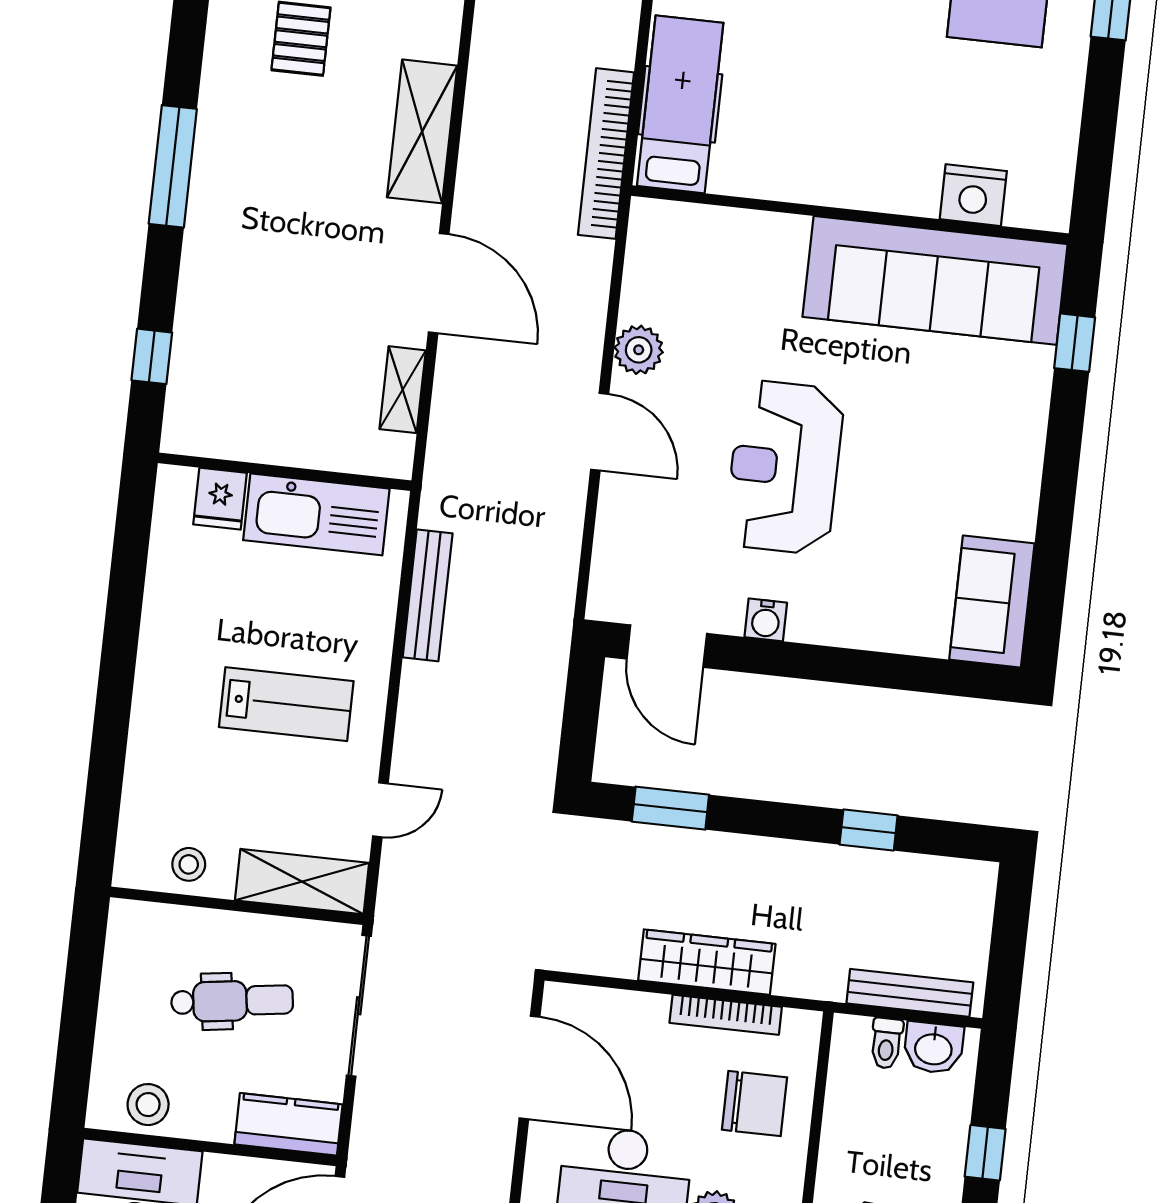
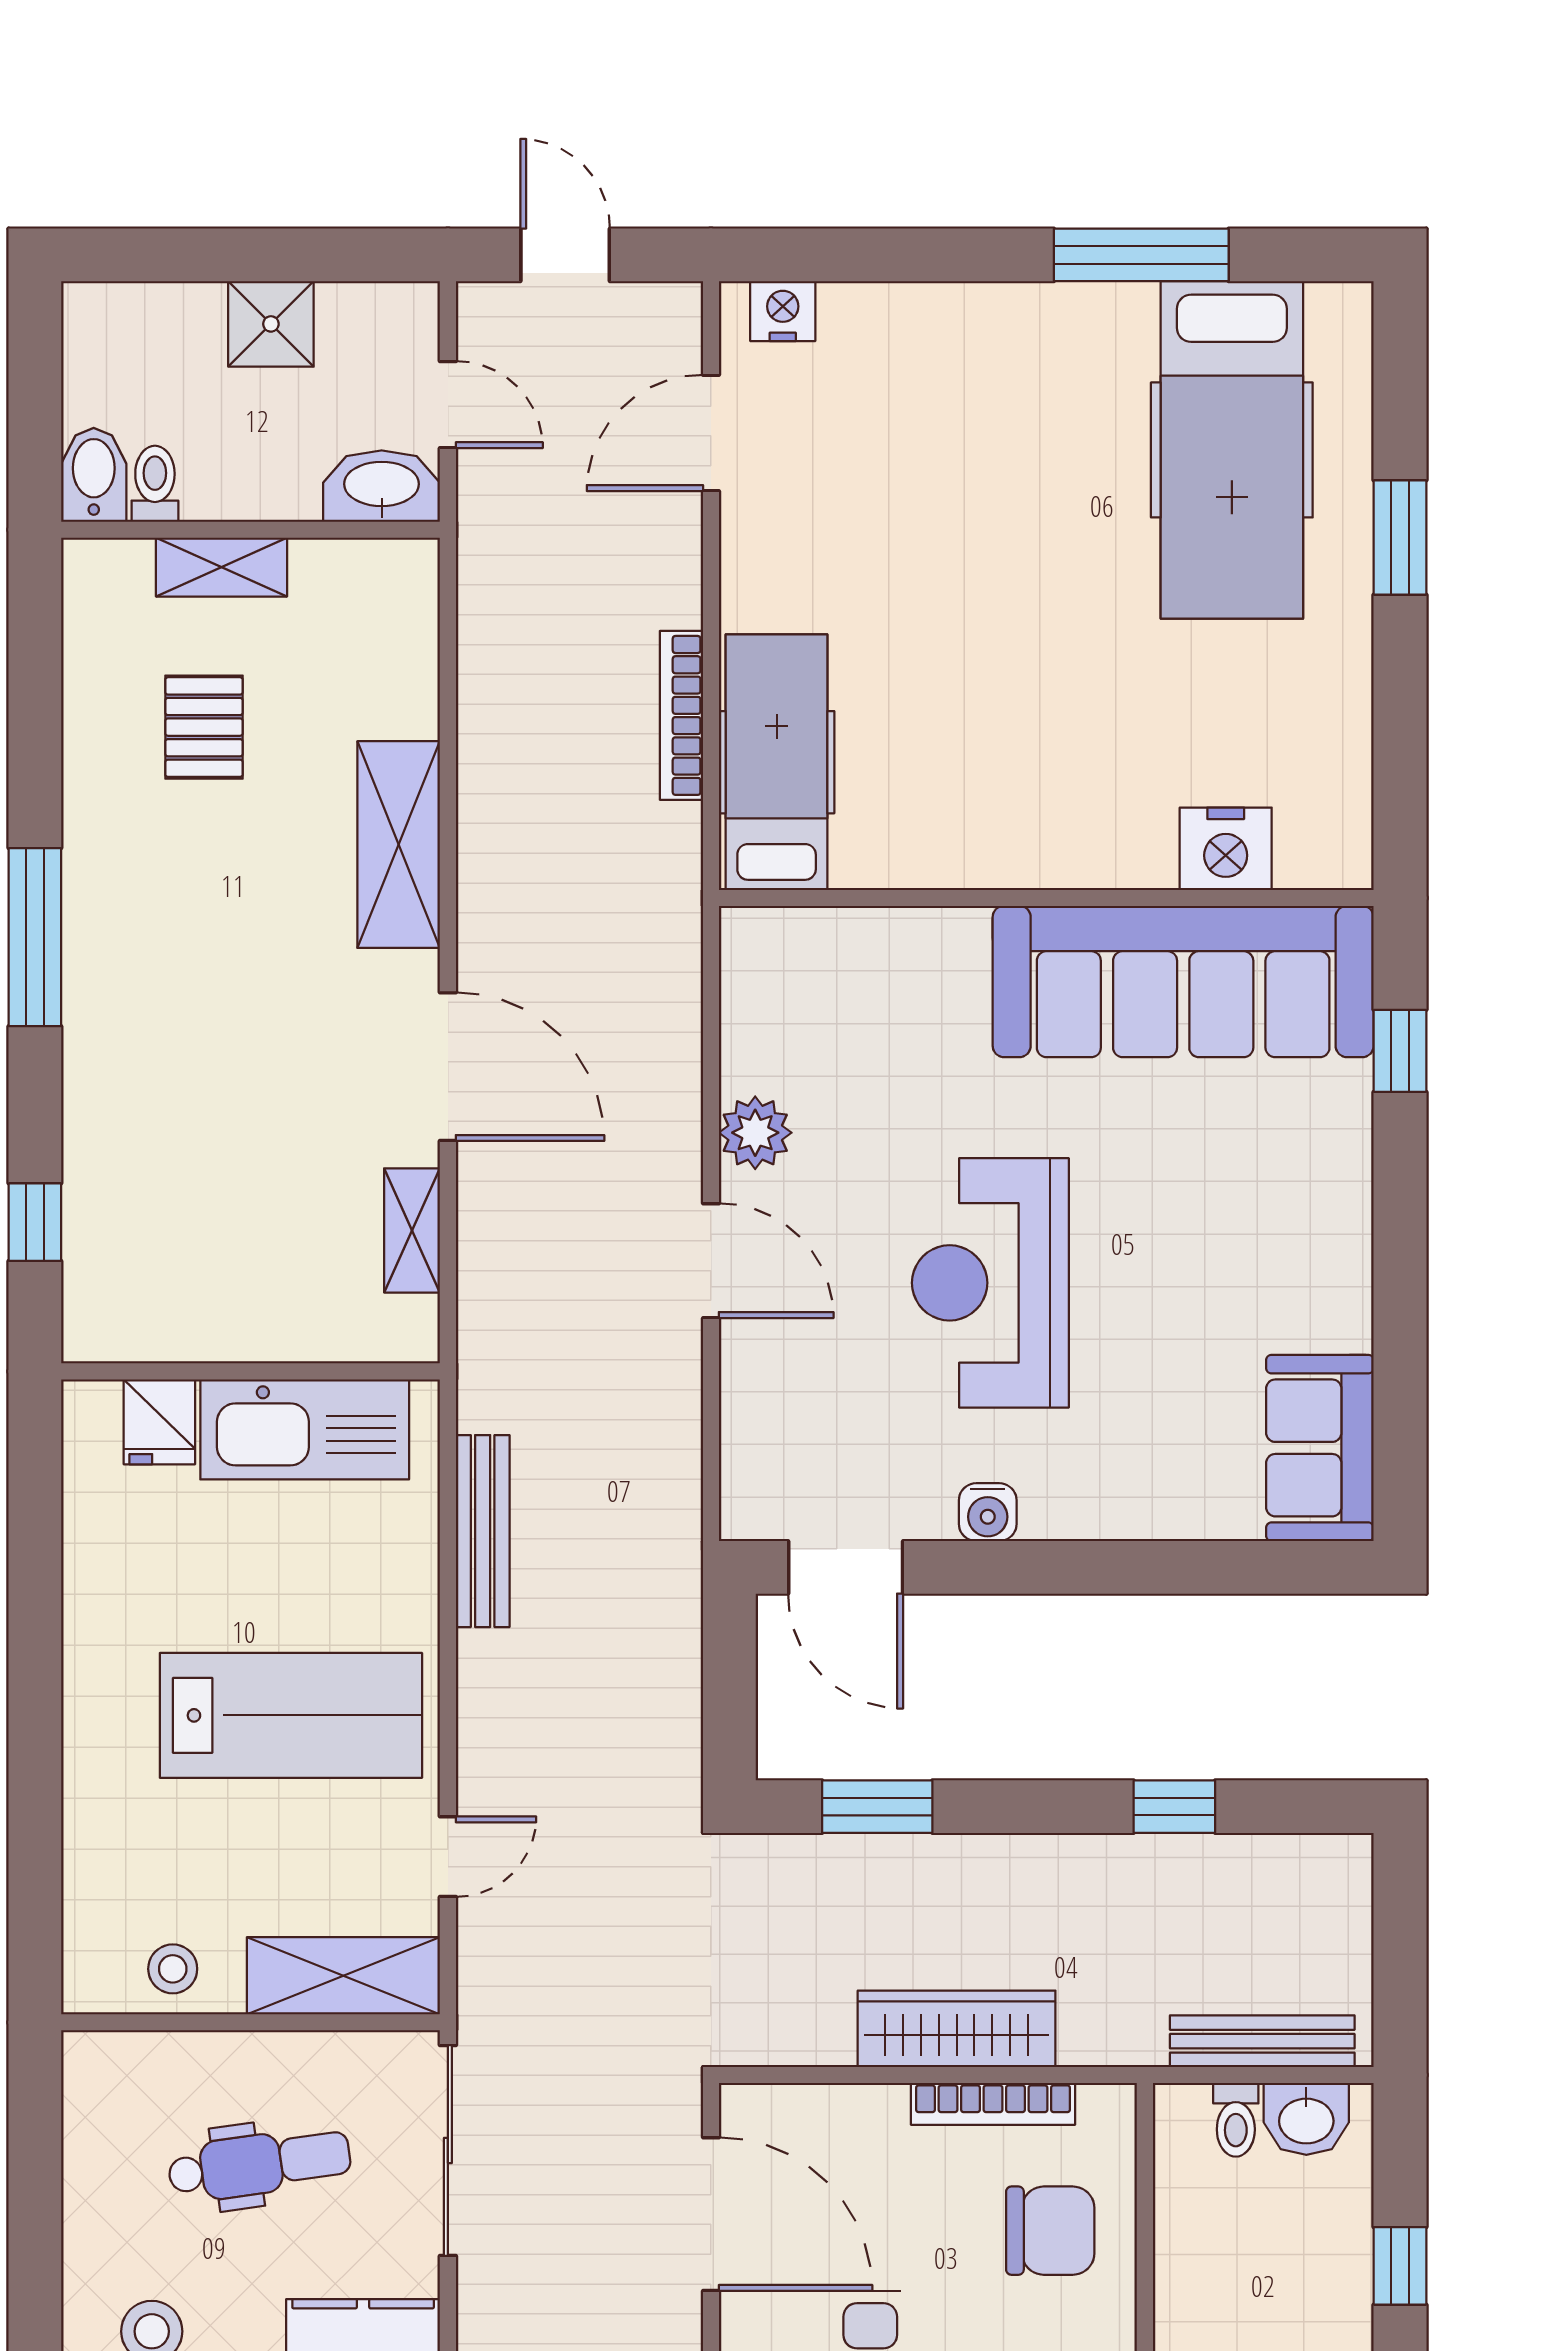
bookcase: (606, 154) -> (681, 715), moved, width x0.68, depth x0.76
lab bench: (286, 704) -> (291, 1715), width x1.36, depth x1.39

